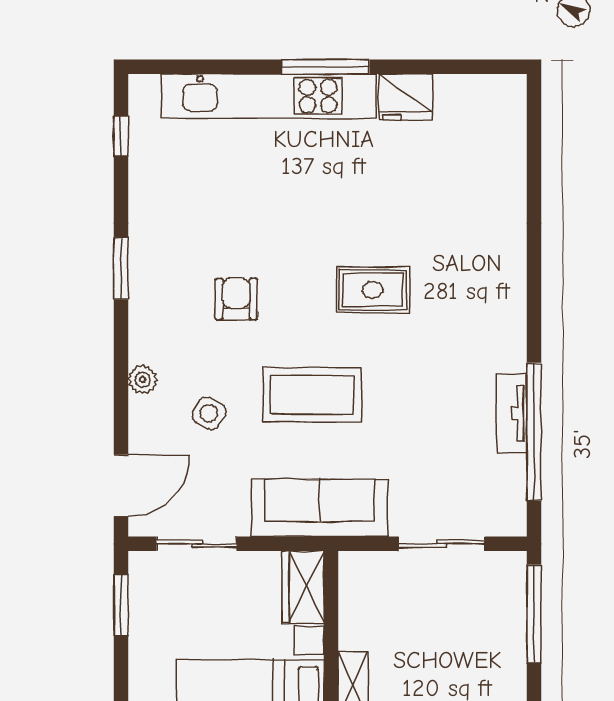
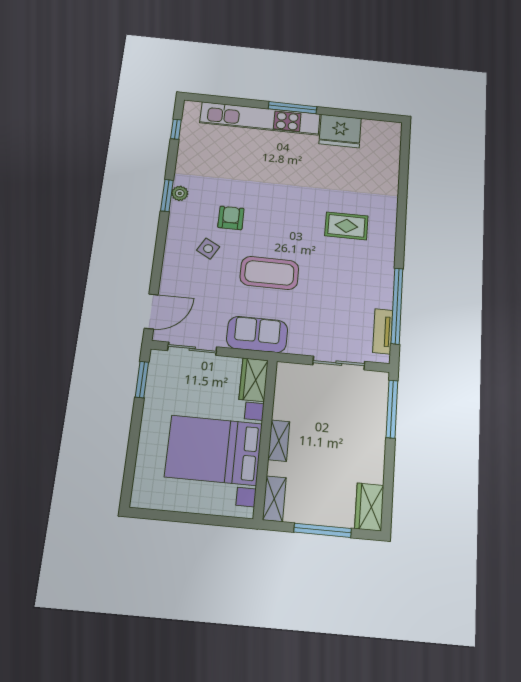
fridge: (405, 97) -> (340, 131), width x1.36, depth x1.34
rug: (373, 290) -> (346, 226), moved
plant: (143, 380) -> (180, 193), moved
side table: (209, 413) -> (208, 249), moved
tv unit: (512, 414) -> (383, 331), moved
sofa: (320, 508) -> (257, 334), width x0.73

